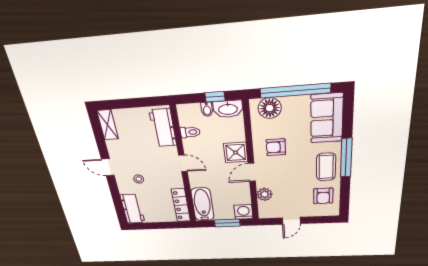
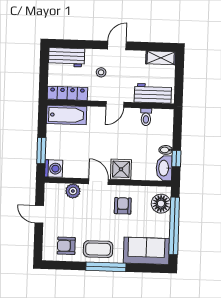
workbench: (163, 128) -> (153, 93), moved
toilet: (190, 132) -> (146, 117), moved
door: (183, 163) -> (115, 104), moved
wall: (184, 167) -> (110, 104), moved
bathtub: (202, 204) -> (67, 115), moved
locker: (181, 205) -> (67, 93), moved

